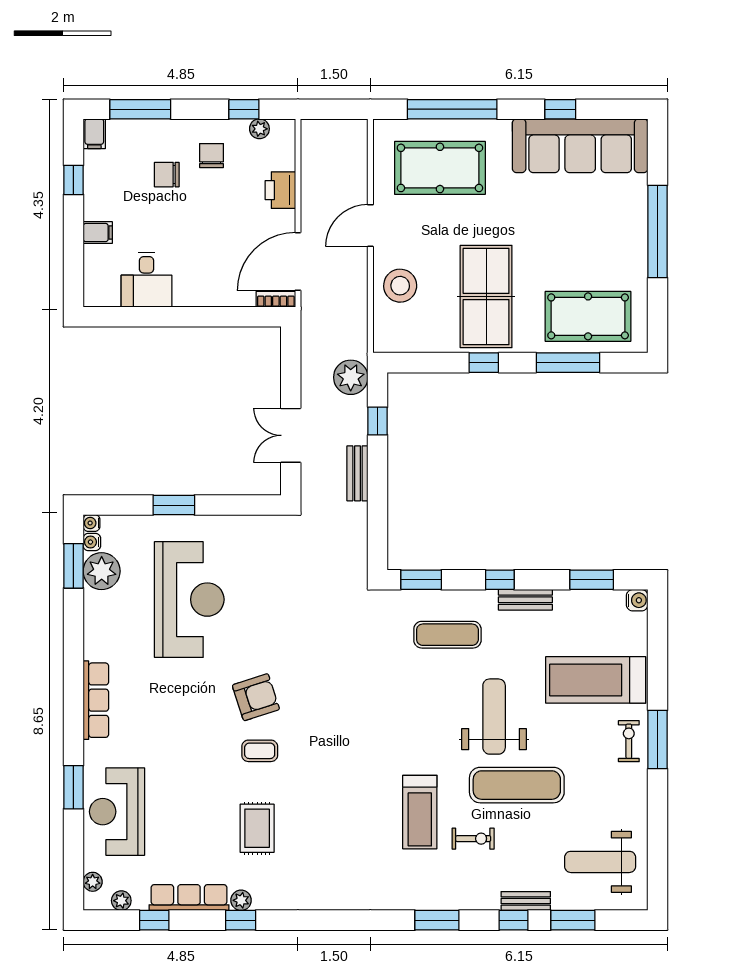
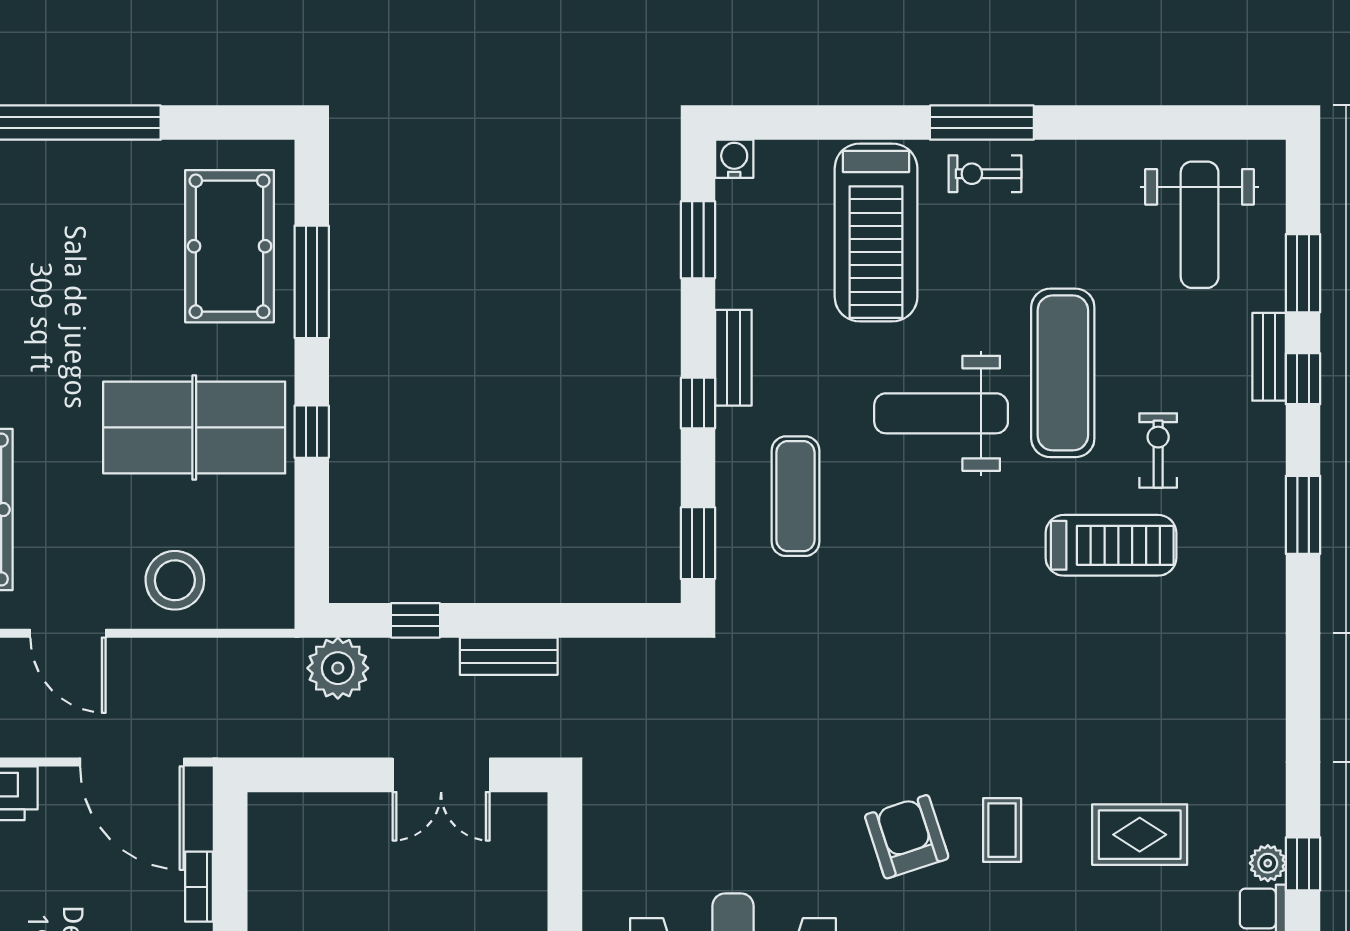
bookcase: (276, 299) -> (199, 887), moved

